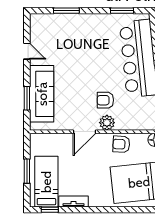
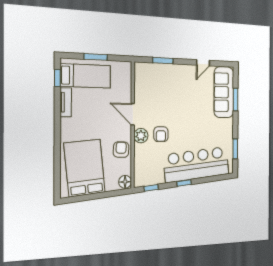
sofa: (42, 94) -> (224, 92), moved, turned 90
armchair: (105, 100) -> (161, 134), turned 180

